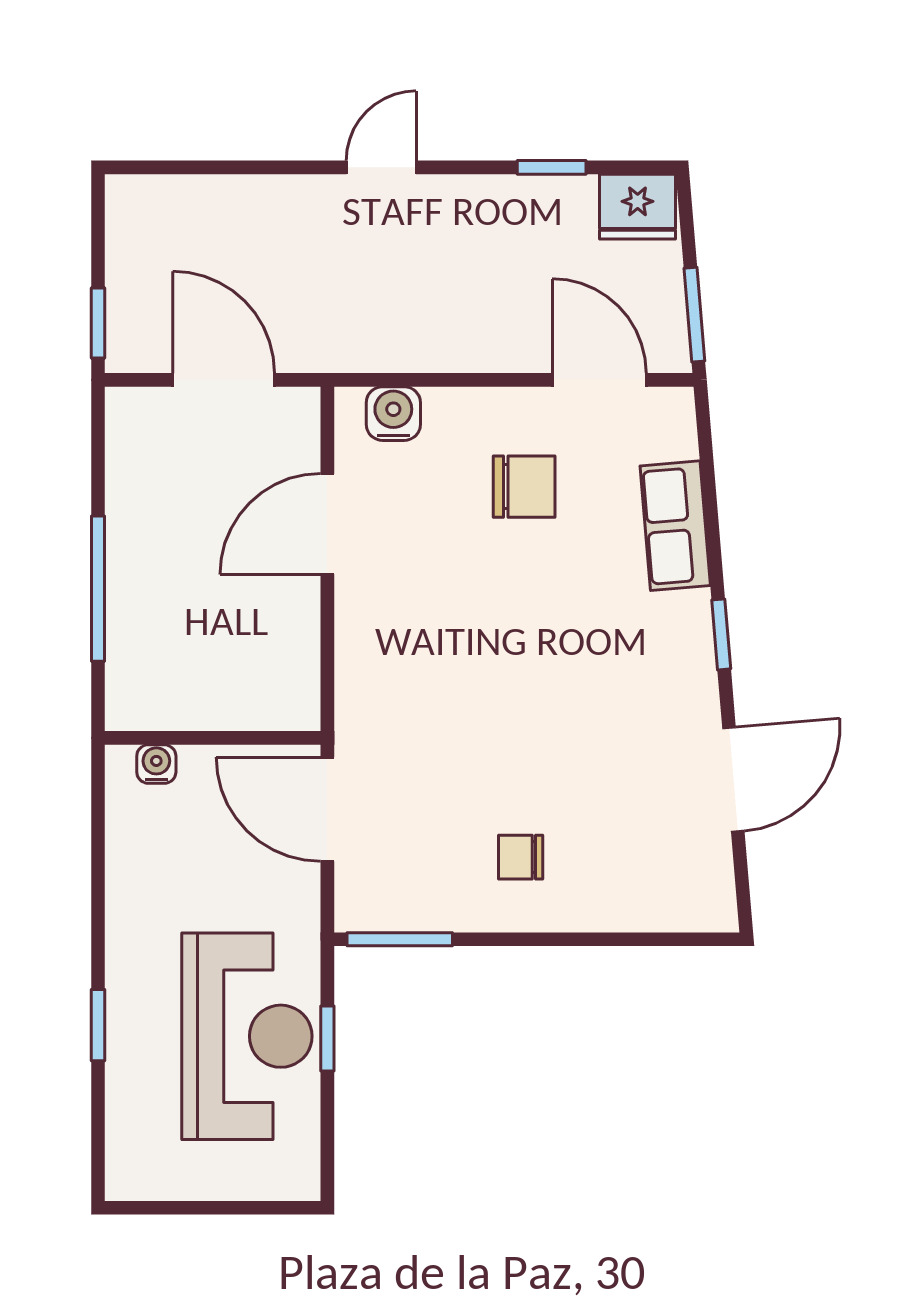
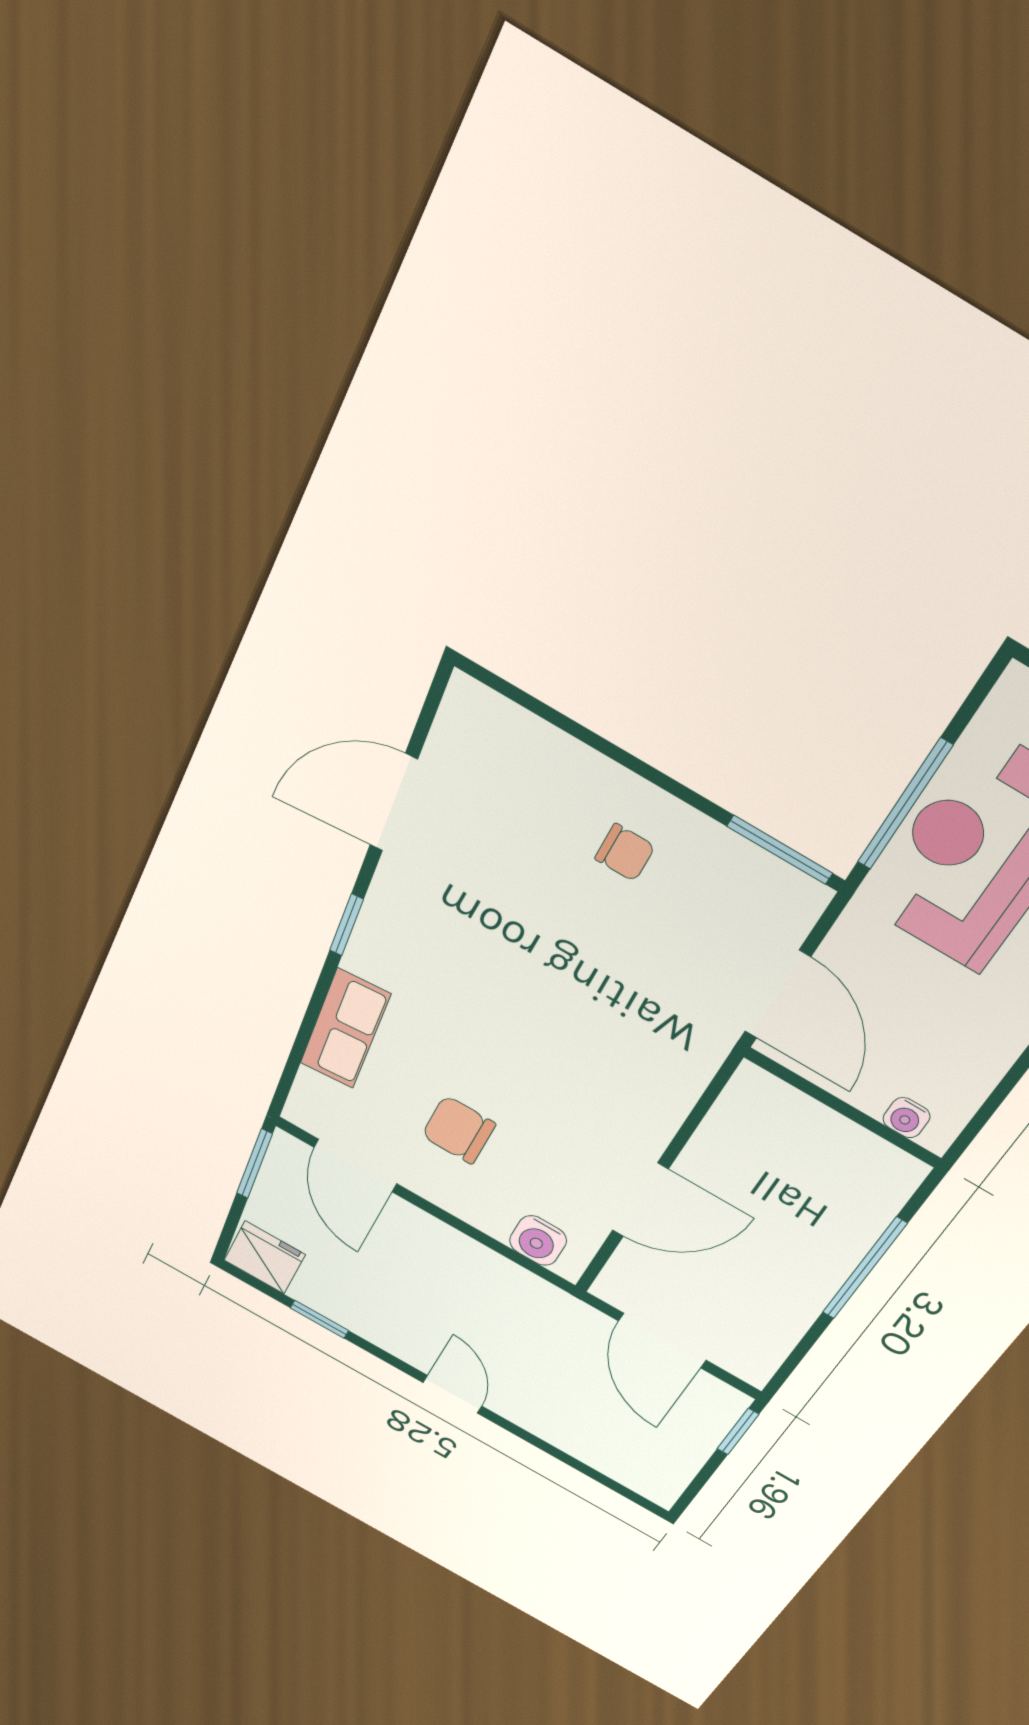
door: (381, 167) -> (452, 1394), swing flipped
window: (327, 1038) -> (905, 804), width x2.17

